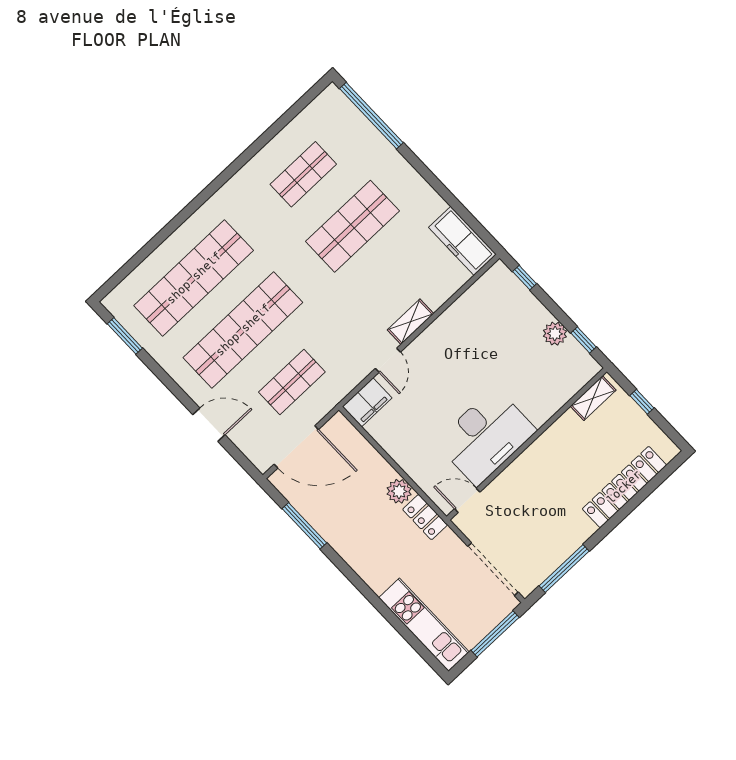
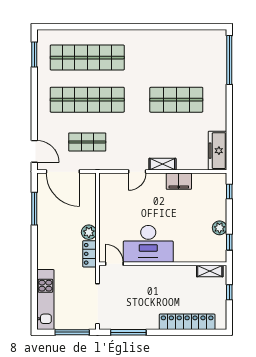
shop shelf: (303, 174) -> (176, 58), removed
filing cabinet: (367, 402) -> (179, 181), moved
door: (209, 425) -> (34, 151), moved

